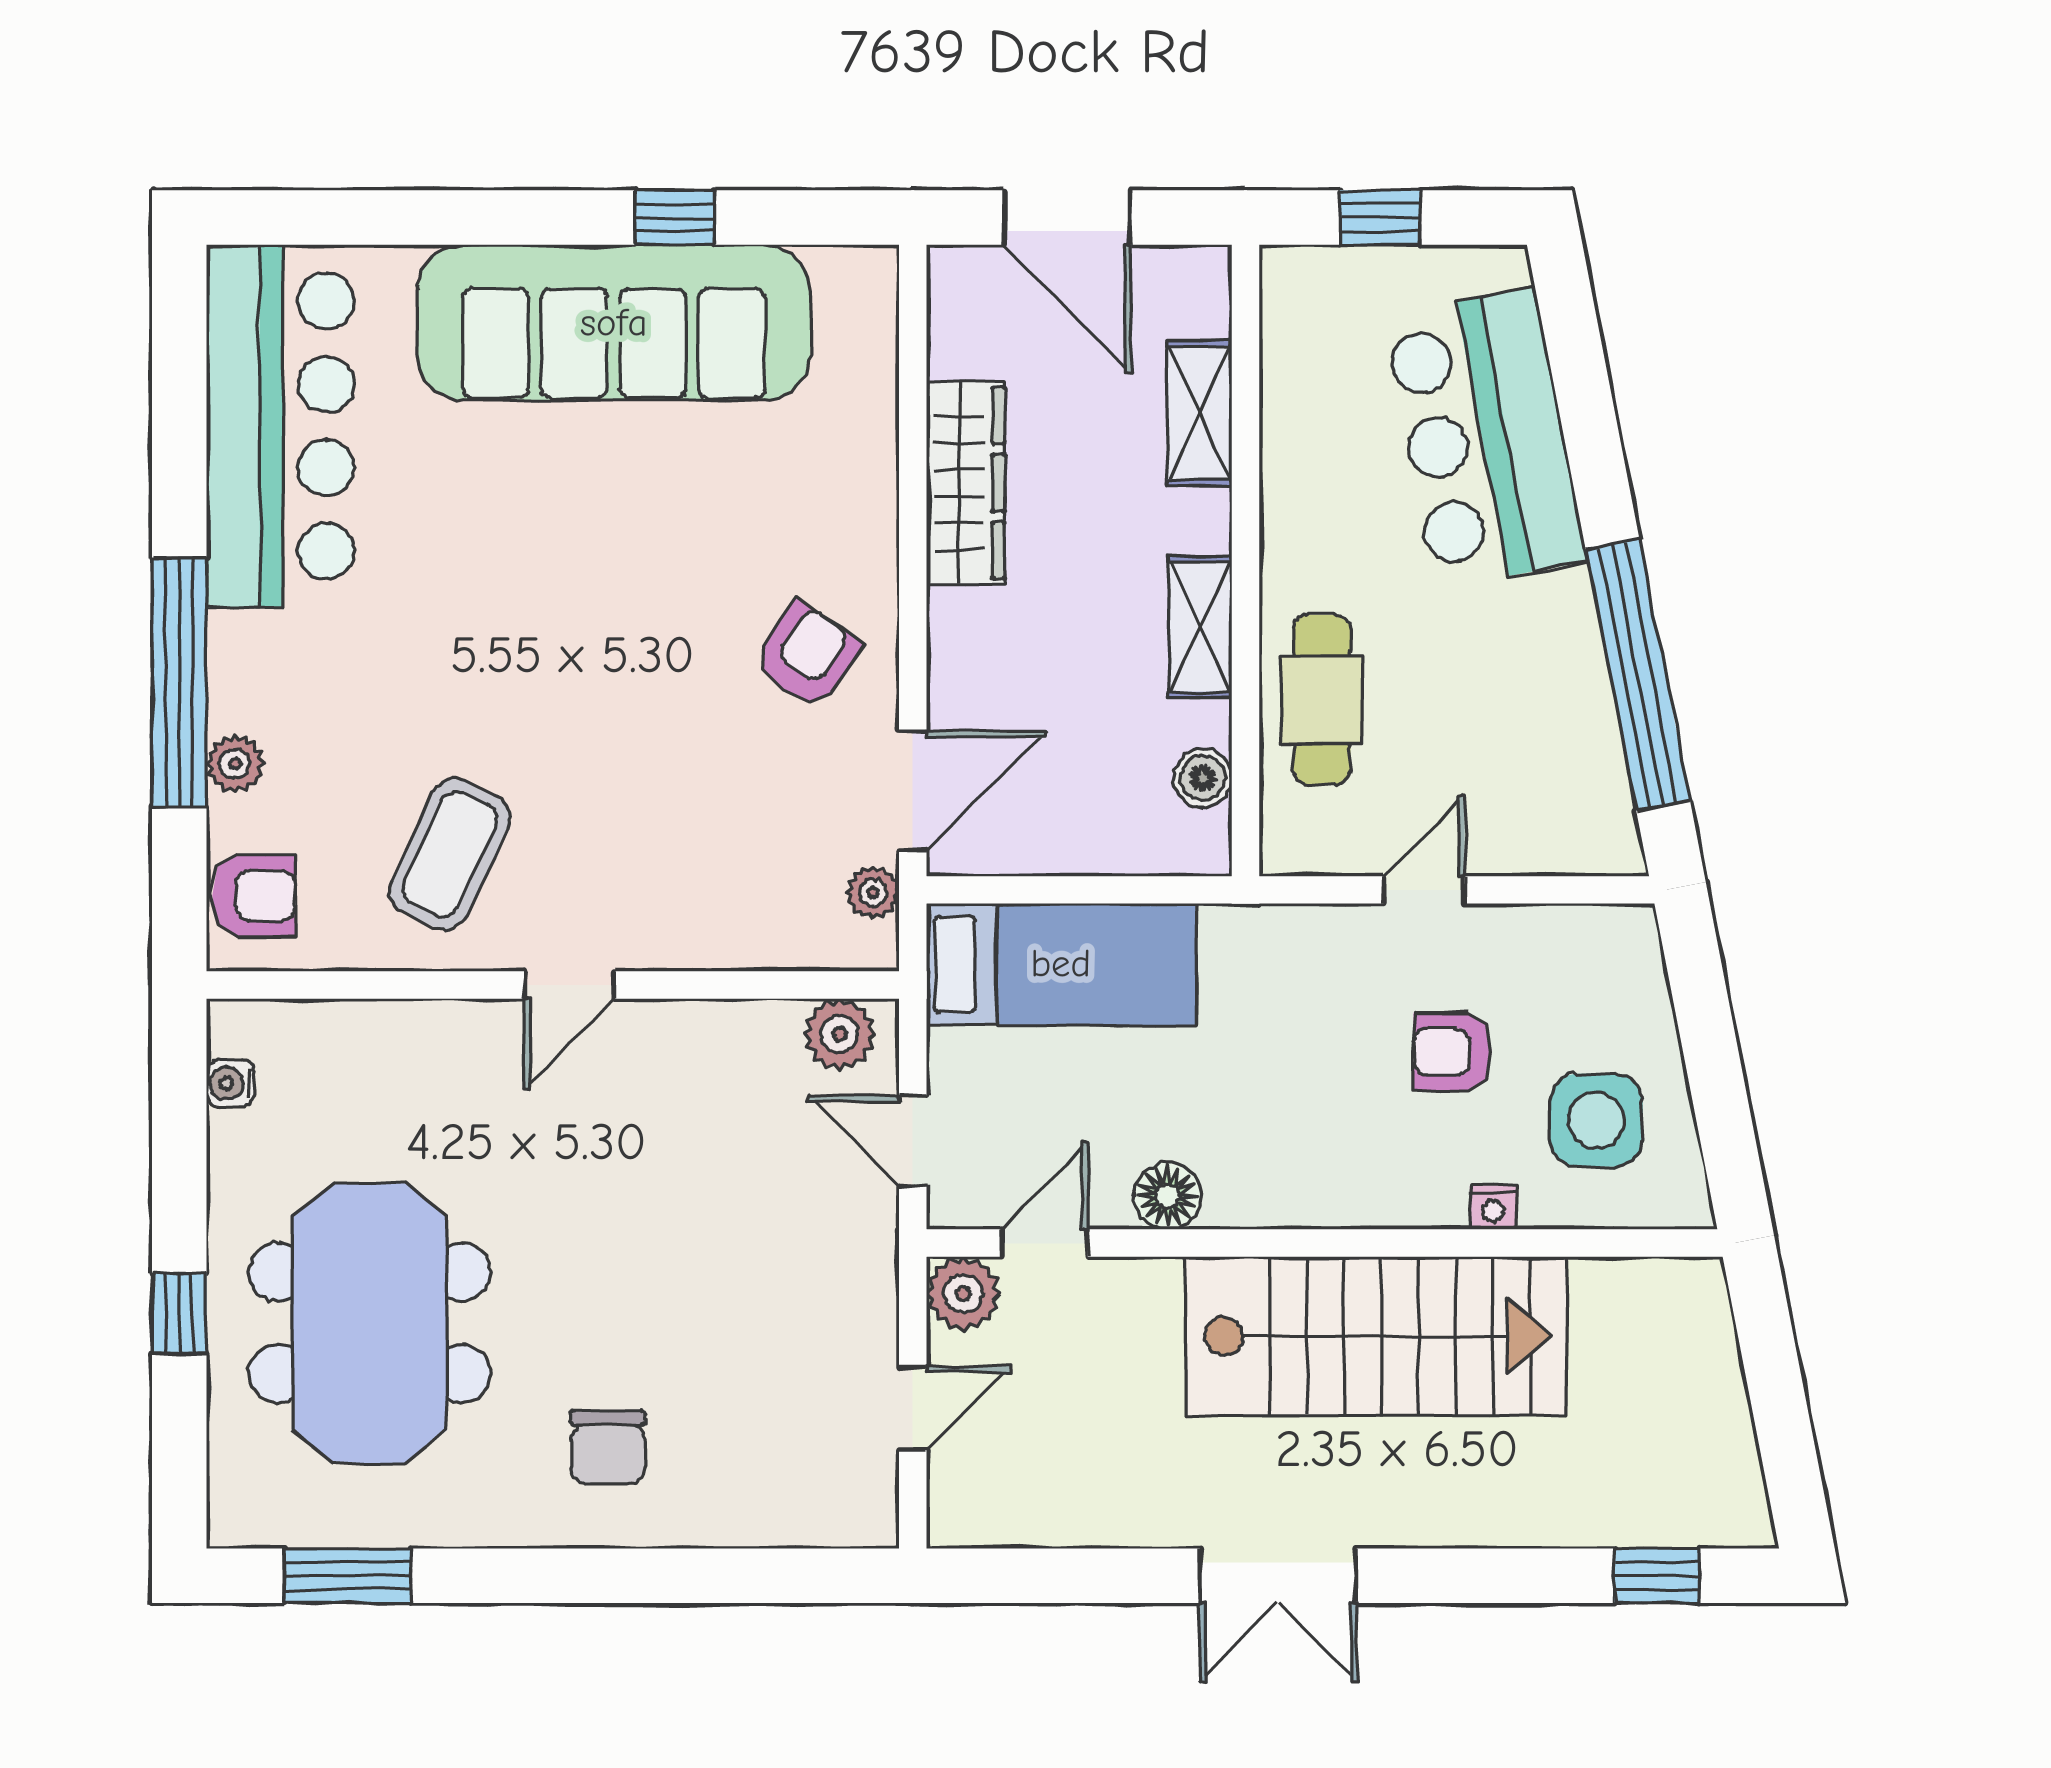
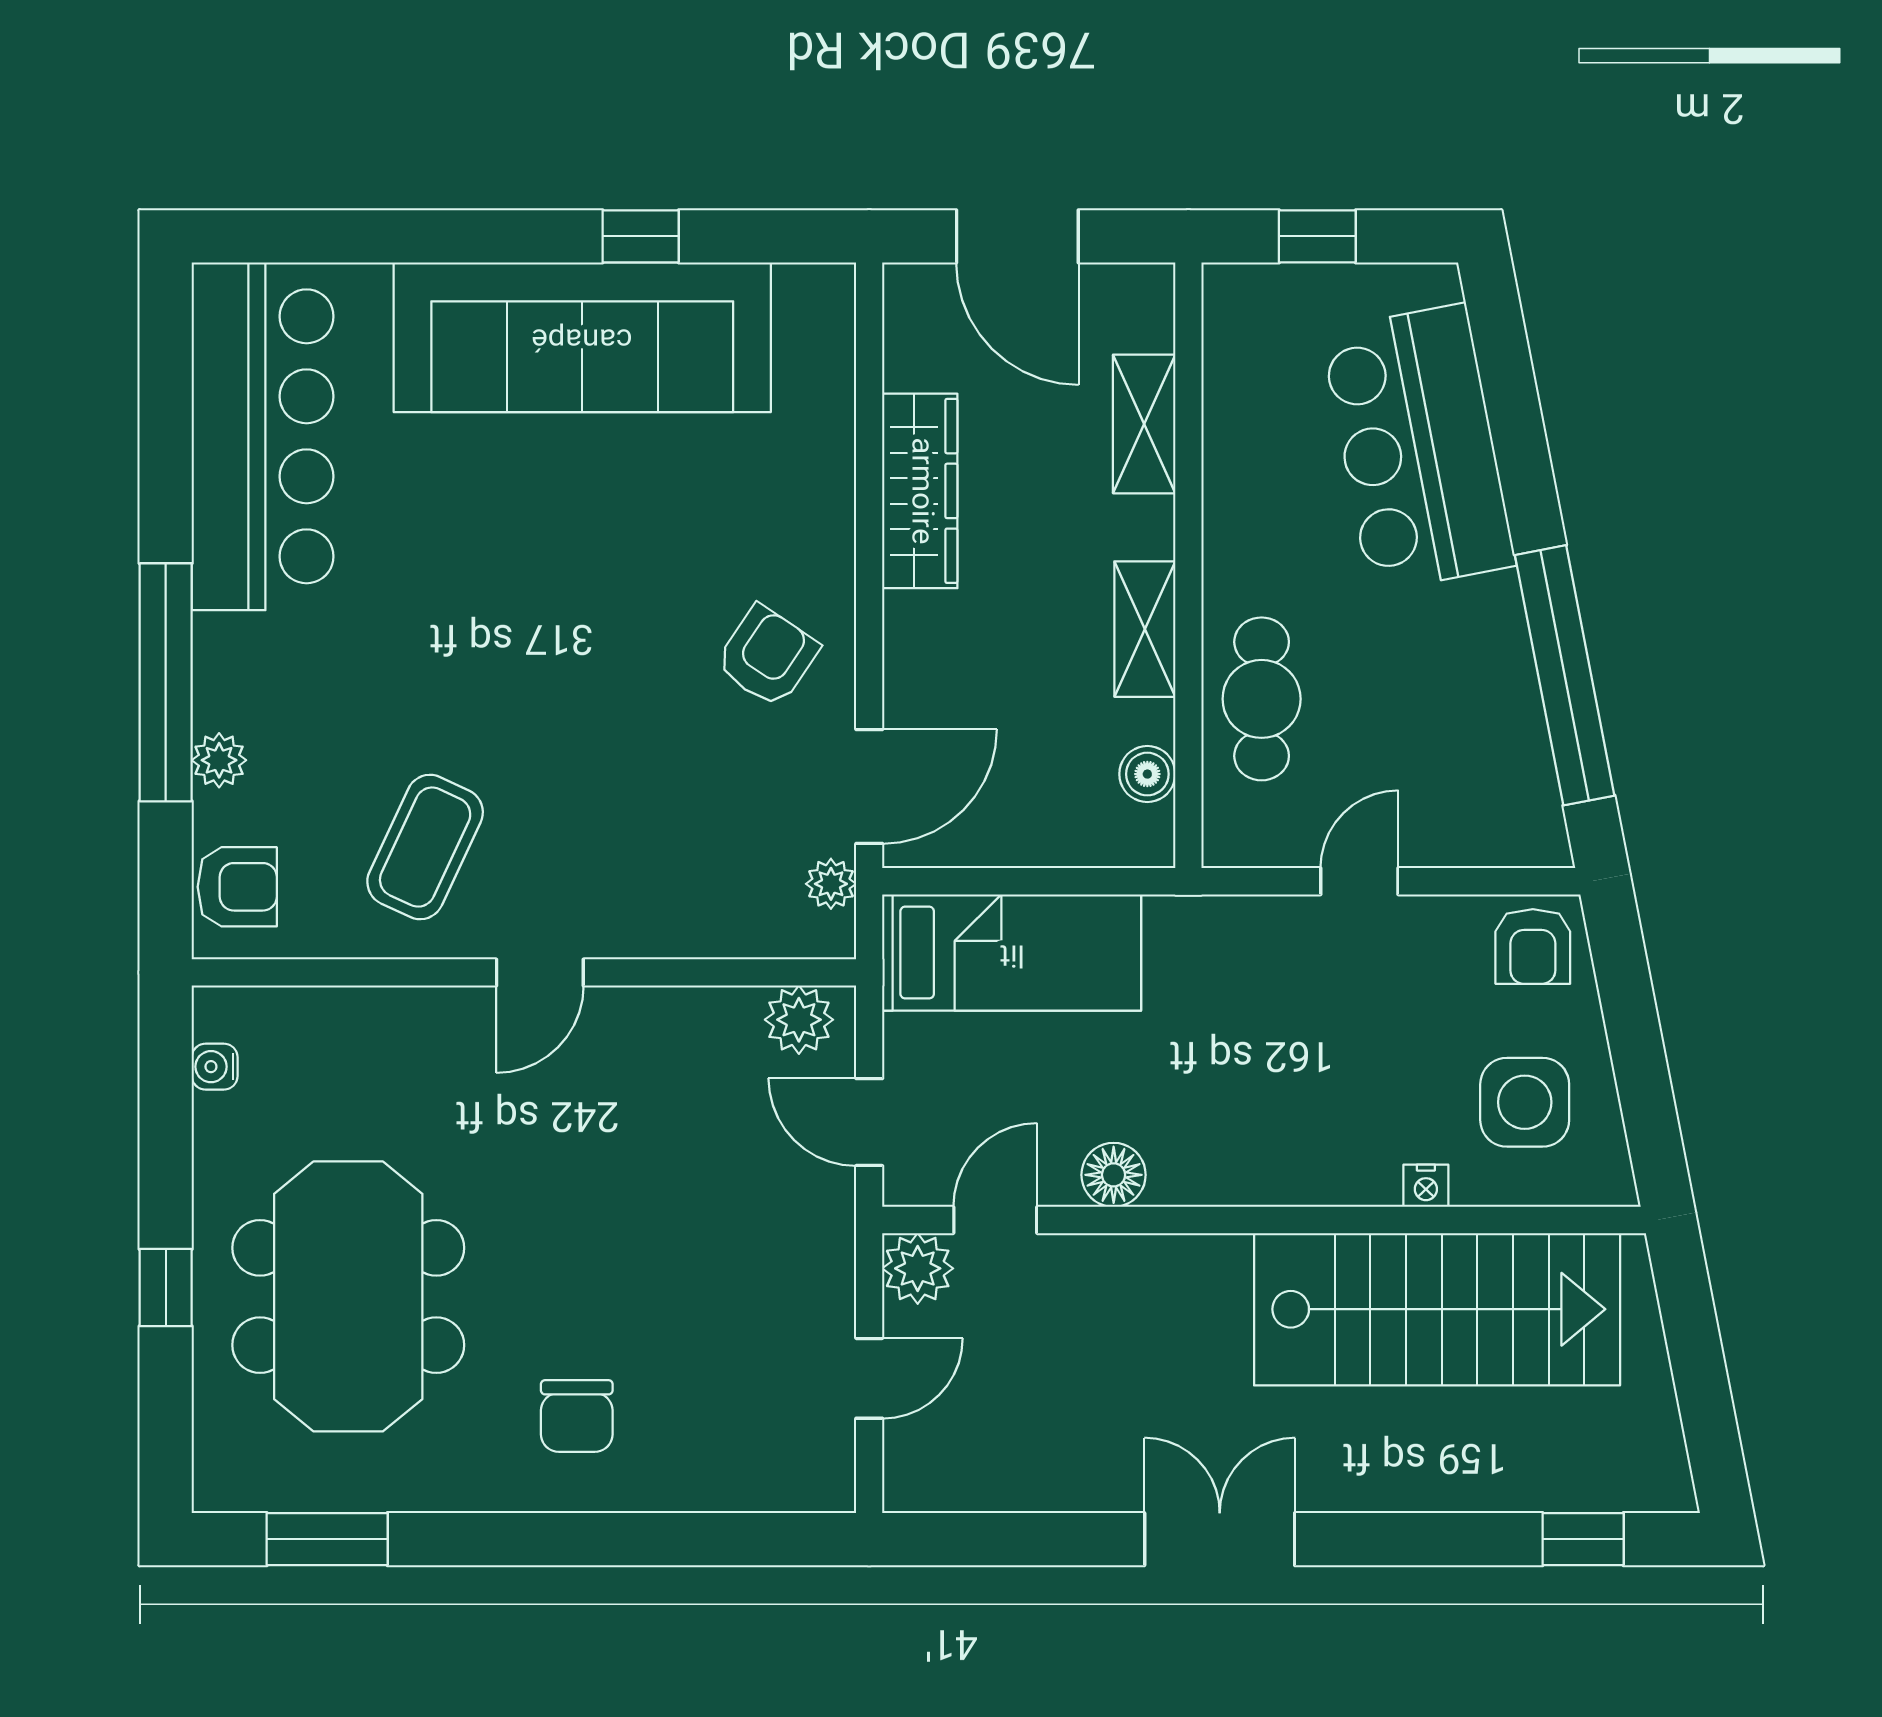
armchair: (1453, 1052) -> (1533, 946), moved, turned -90
stairs: (1376, 1336) -> (1437, 1309), moved
double door: (1278, 1576) -> (1220, 1539), swing flipped

